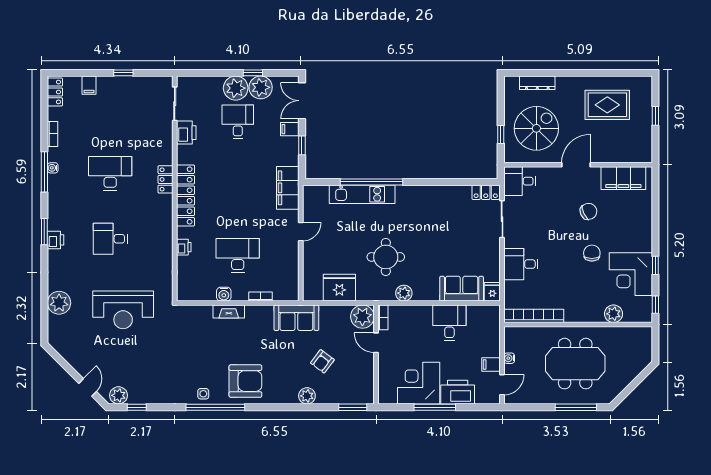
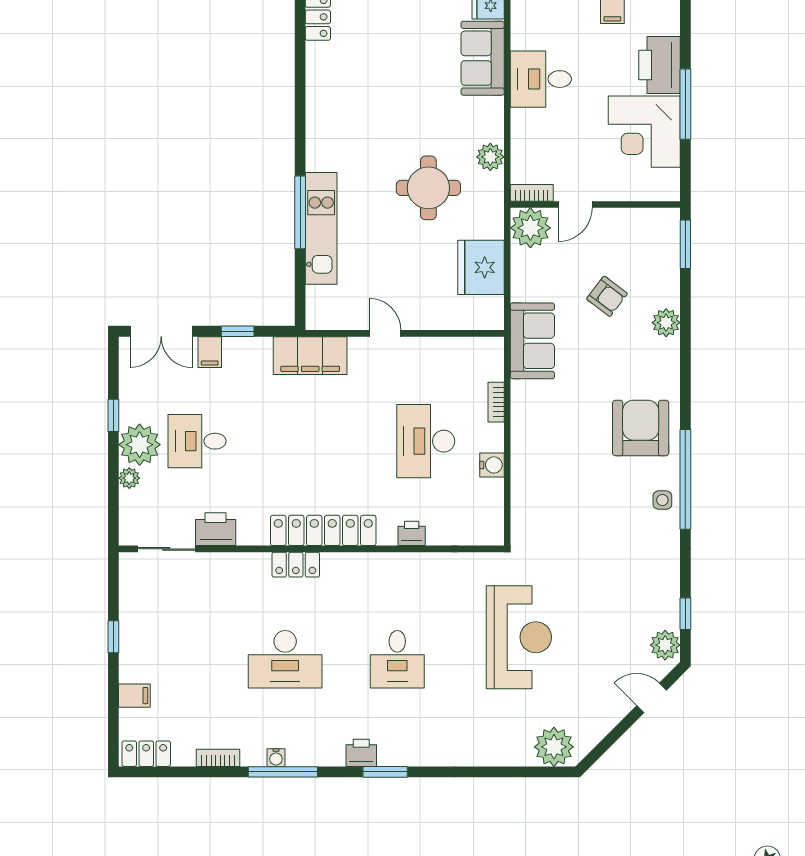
plant: (261, 87) -> (129, 478), moved, width x0.53, depth x0.53
desk: (110, 173) -> (285, 659), turned -90
window: (371, 182) -> (300, 212), width x0.68
printer: (55, 240) -> (361, 753), moved
plant: (59, 303) -> (554, 747), moved
fireplace: (229, 312) -> (522, 456), removed

